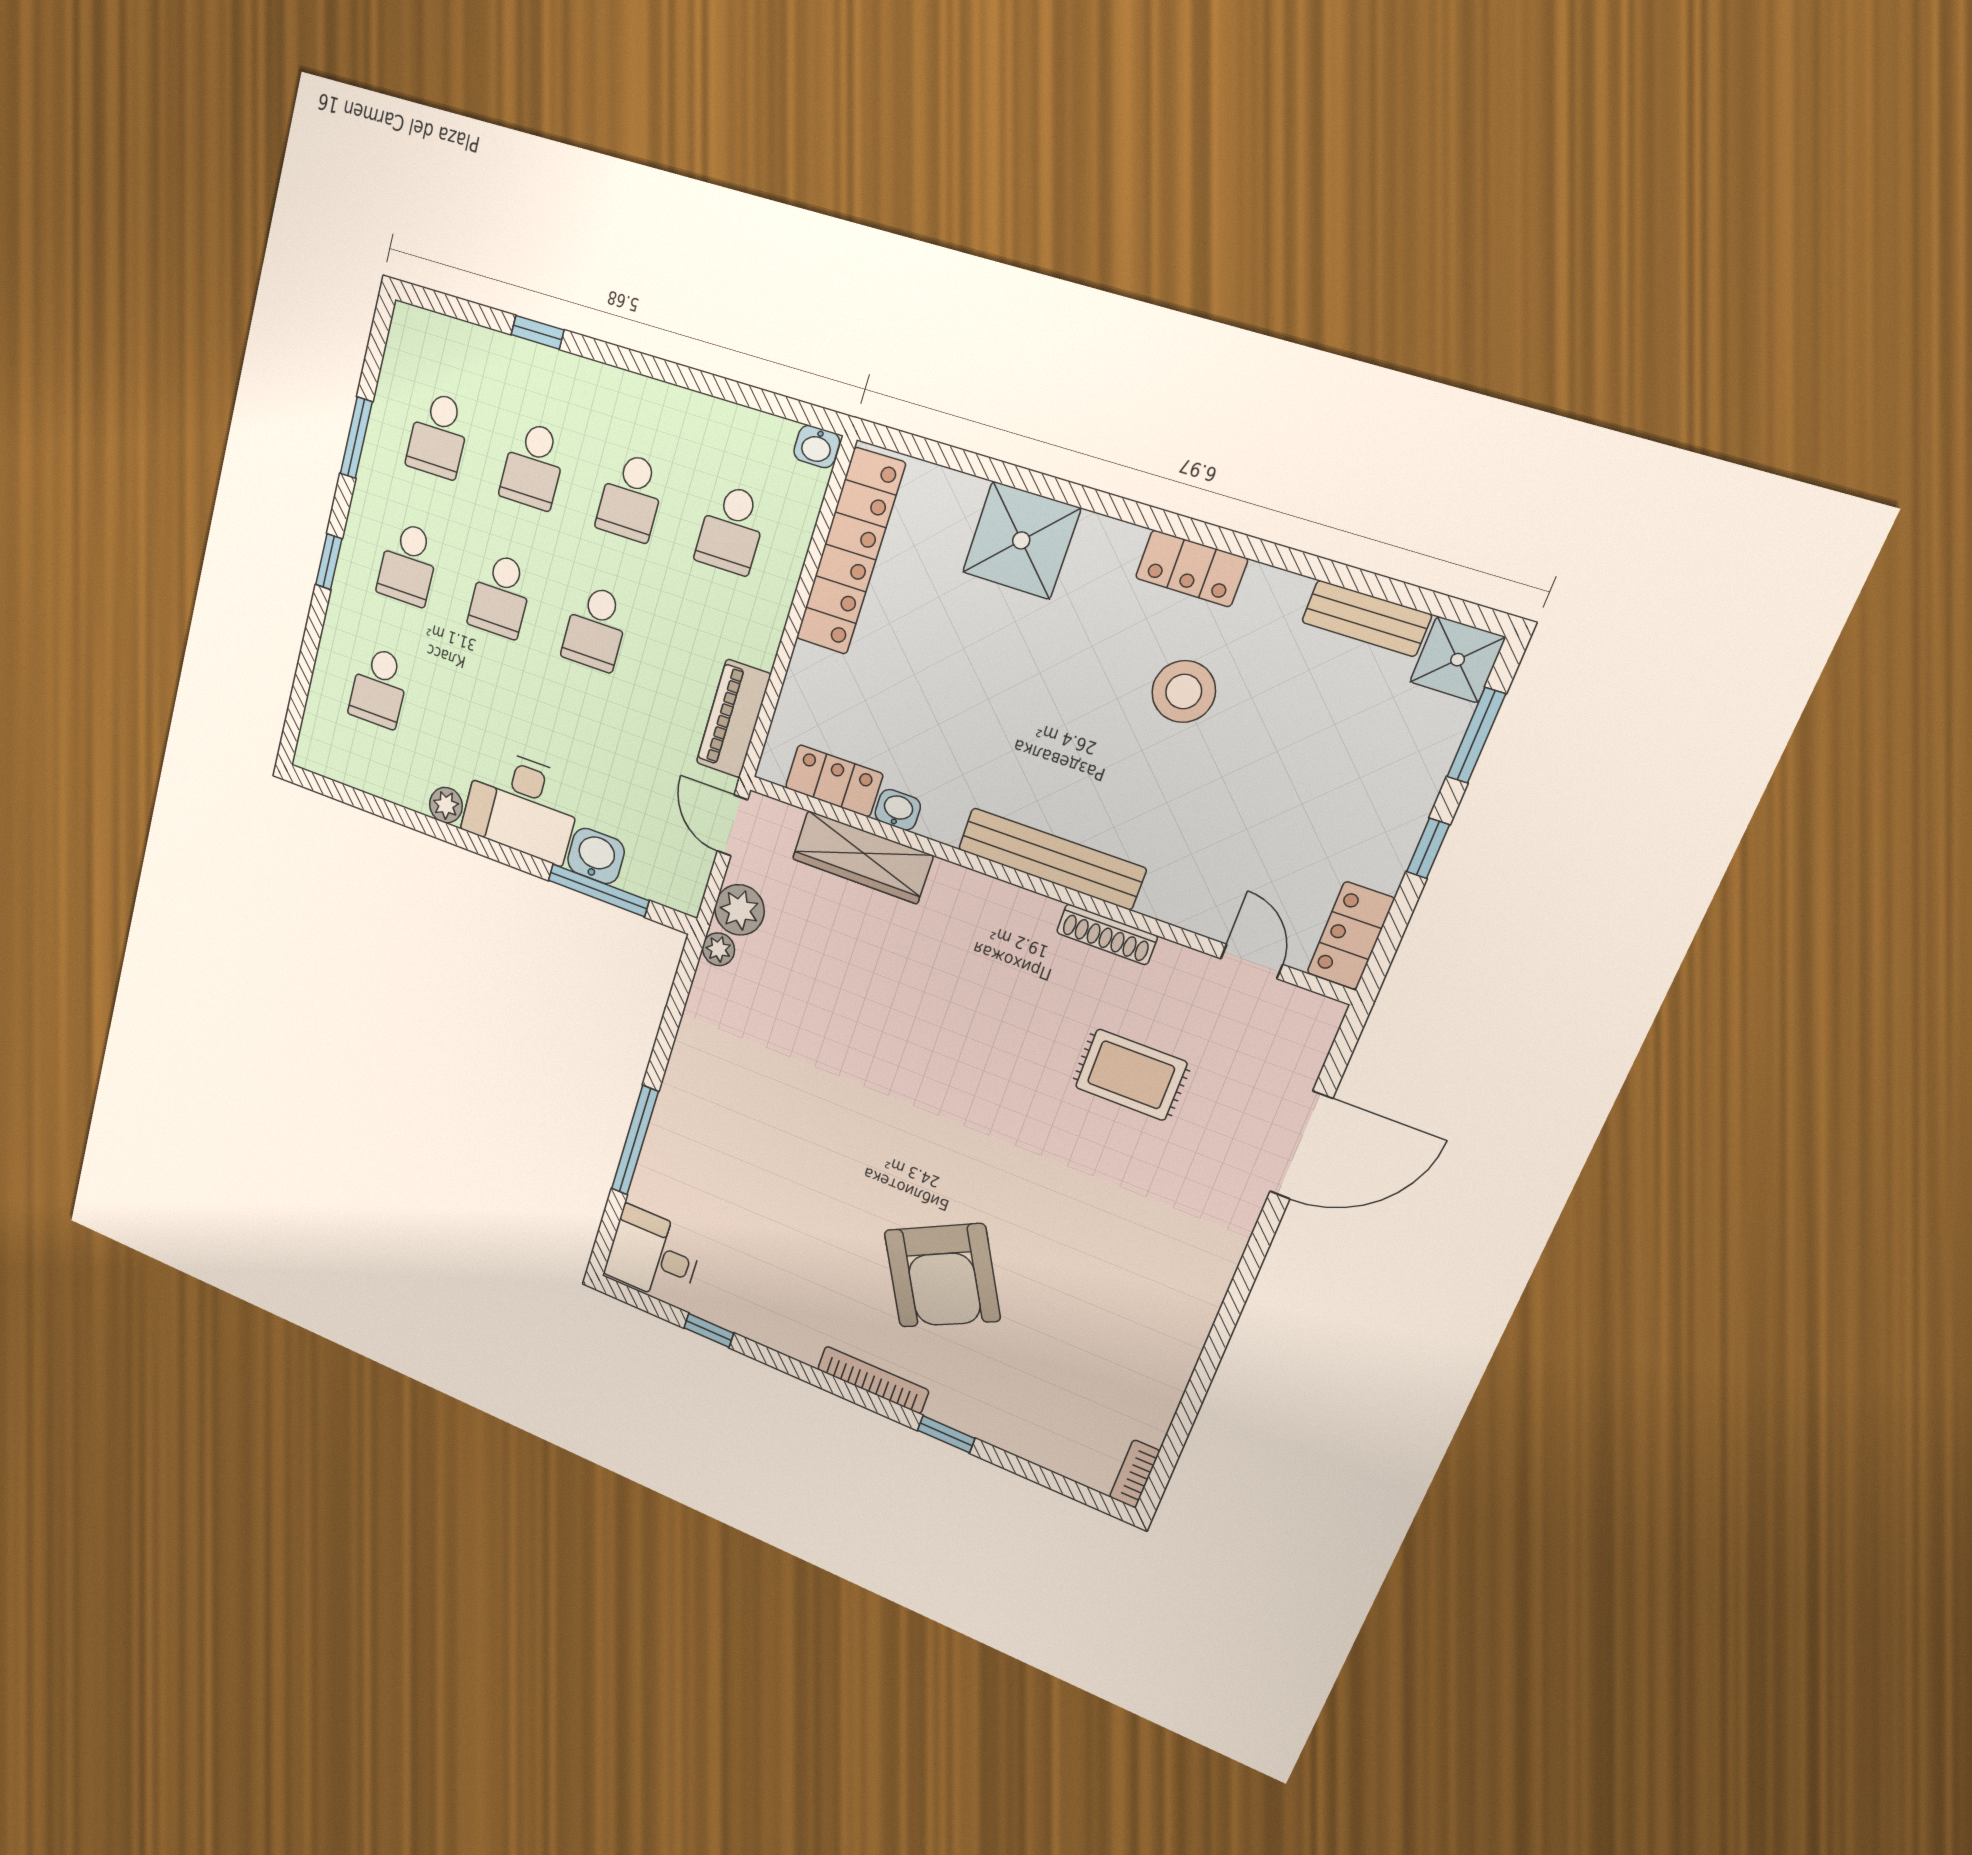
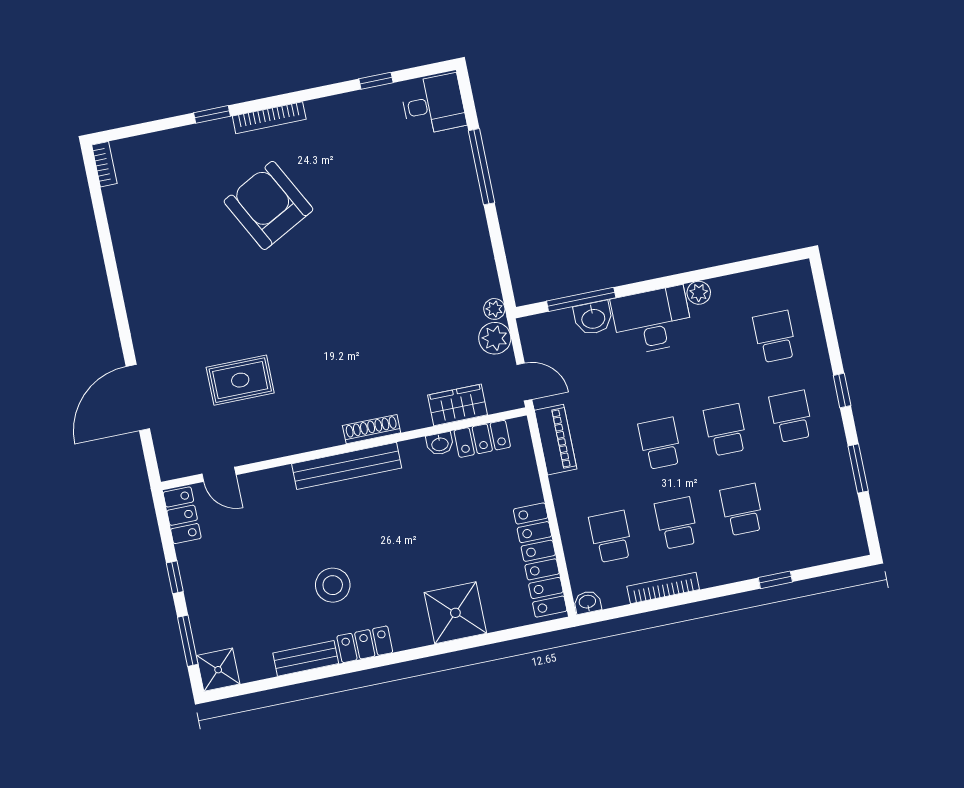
bookcase: (698, 408) -> (663, 588), added
school desk: (438, 435) -> (808, 496), removed
bench: (1366, 618) -> (306, 658), moved
wardrobe: (862, 857) -> (457, 405), width x0.67
shoe rack: (1107, 934) -> (372, 429), moved

